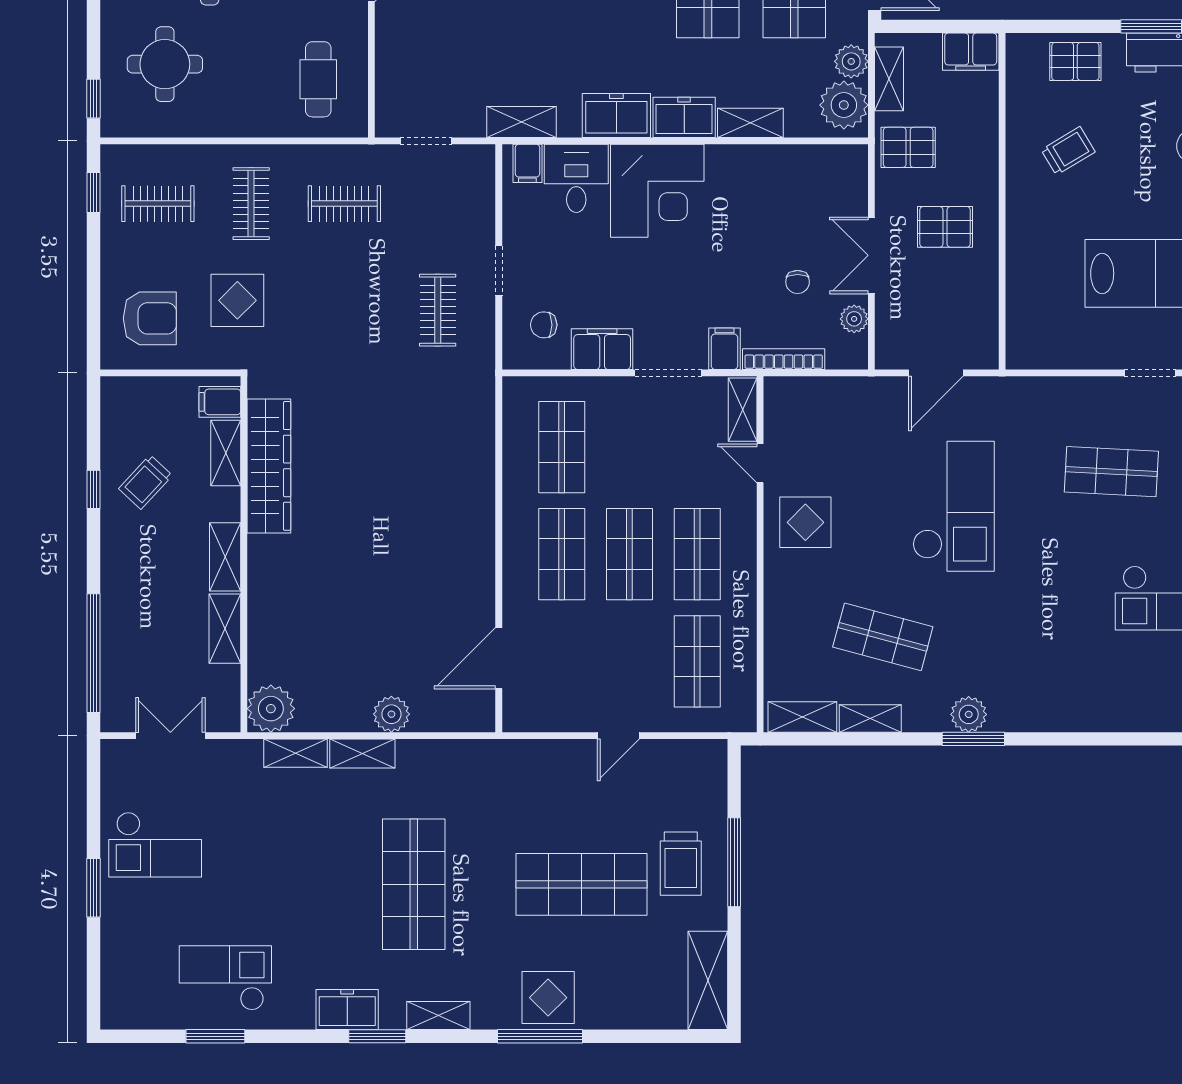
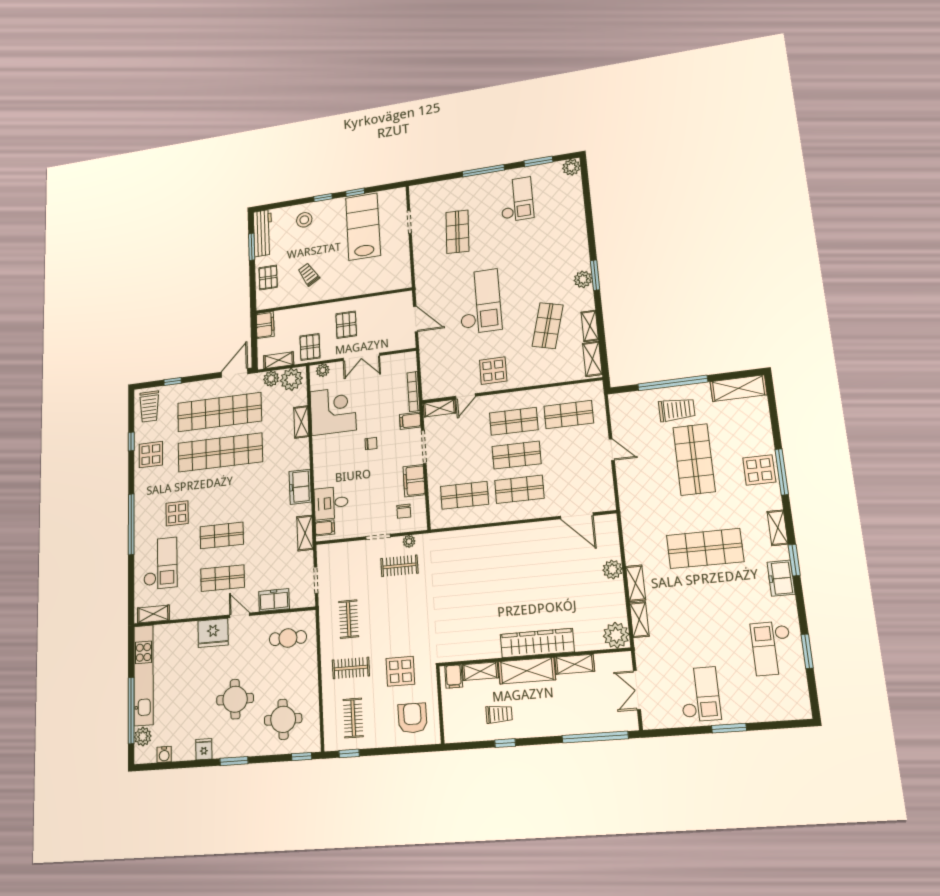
freezer: (684, 117) -> (274, 600), moved, turned 90
corner desk: (657, 191) -> (333, 411), moved
chair: (798, 282) -> (371, 444), moved
plant: (854, 319) -> (323, 370), moved
plant: (483, 332) -> (409, 541), added
wardrobe: (269, 466) -> (537, 643), moved
trolley: (146, 482) -> (499, 714), turned -43
checkout: (954, 506) -> (480, 301), turned 90
shelving: (225, 557) -> (527, 671), width x1.50, depth x1.33
window: (734, 862) -> (673, 383), width x1.46

